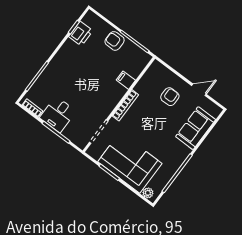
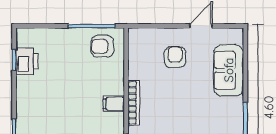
armchair: (115, 41) -> (102, 46), moved
filing cabinet: (126, 80) -> (114, 104), moved

